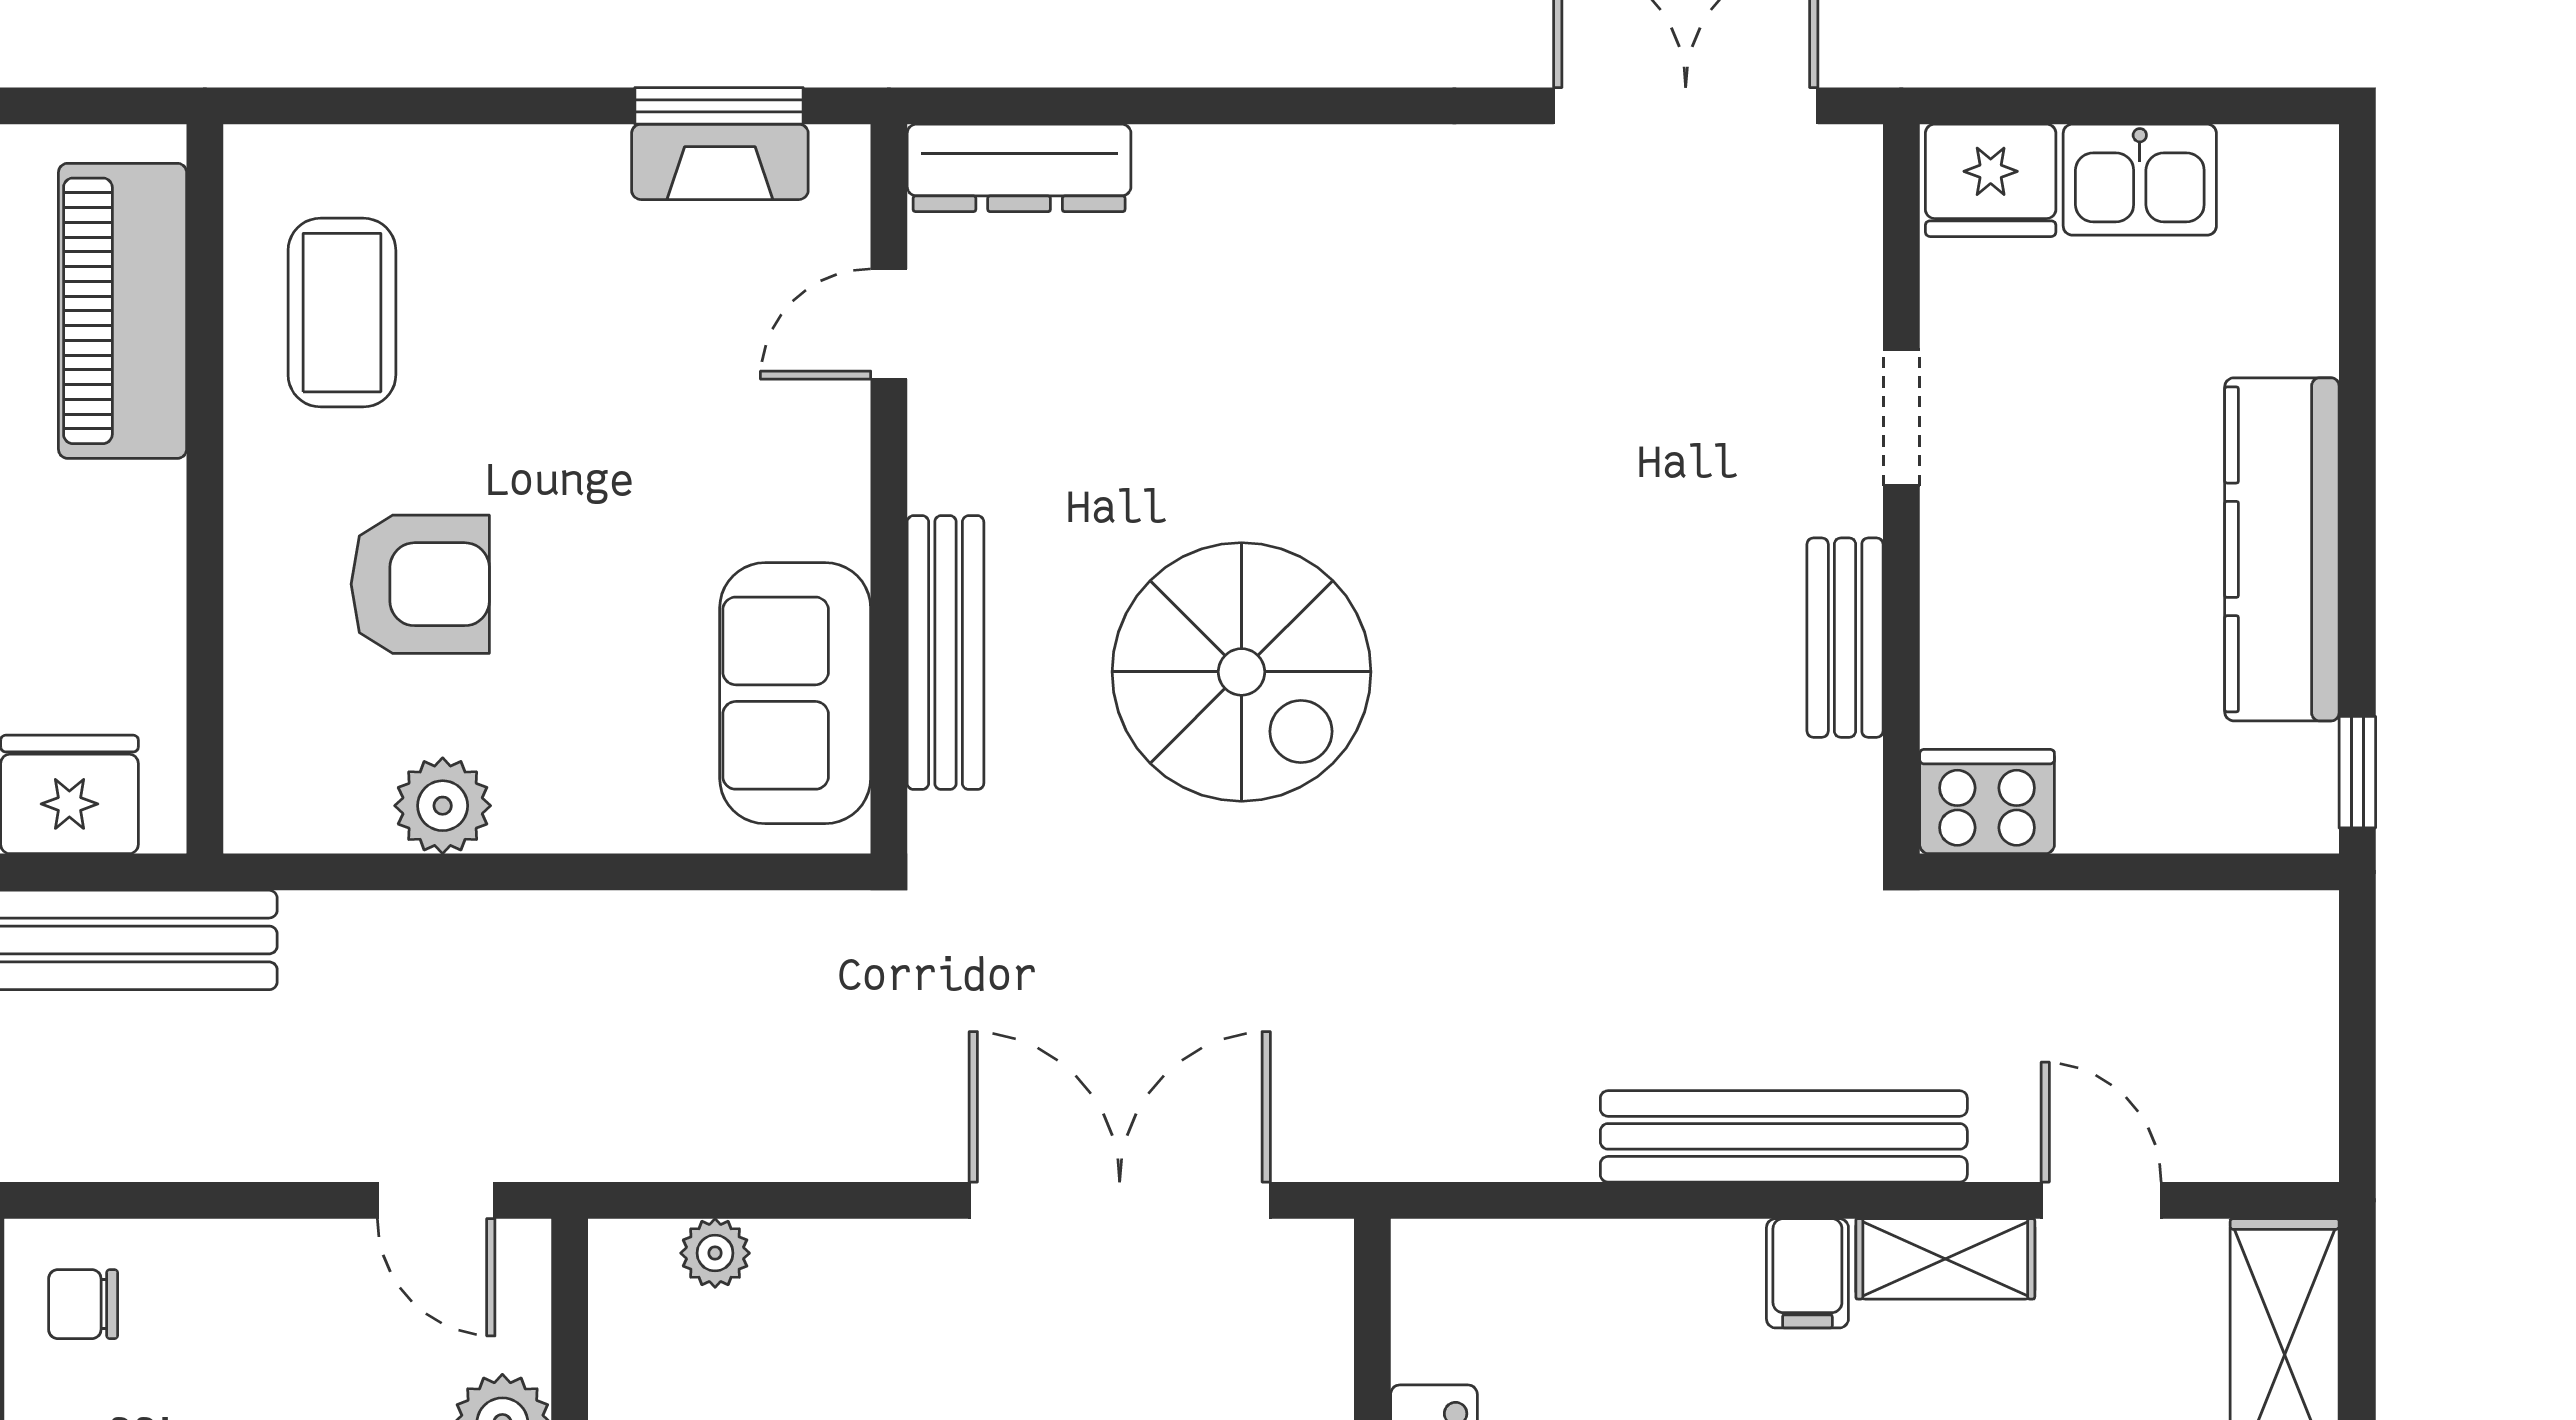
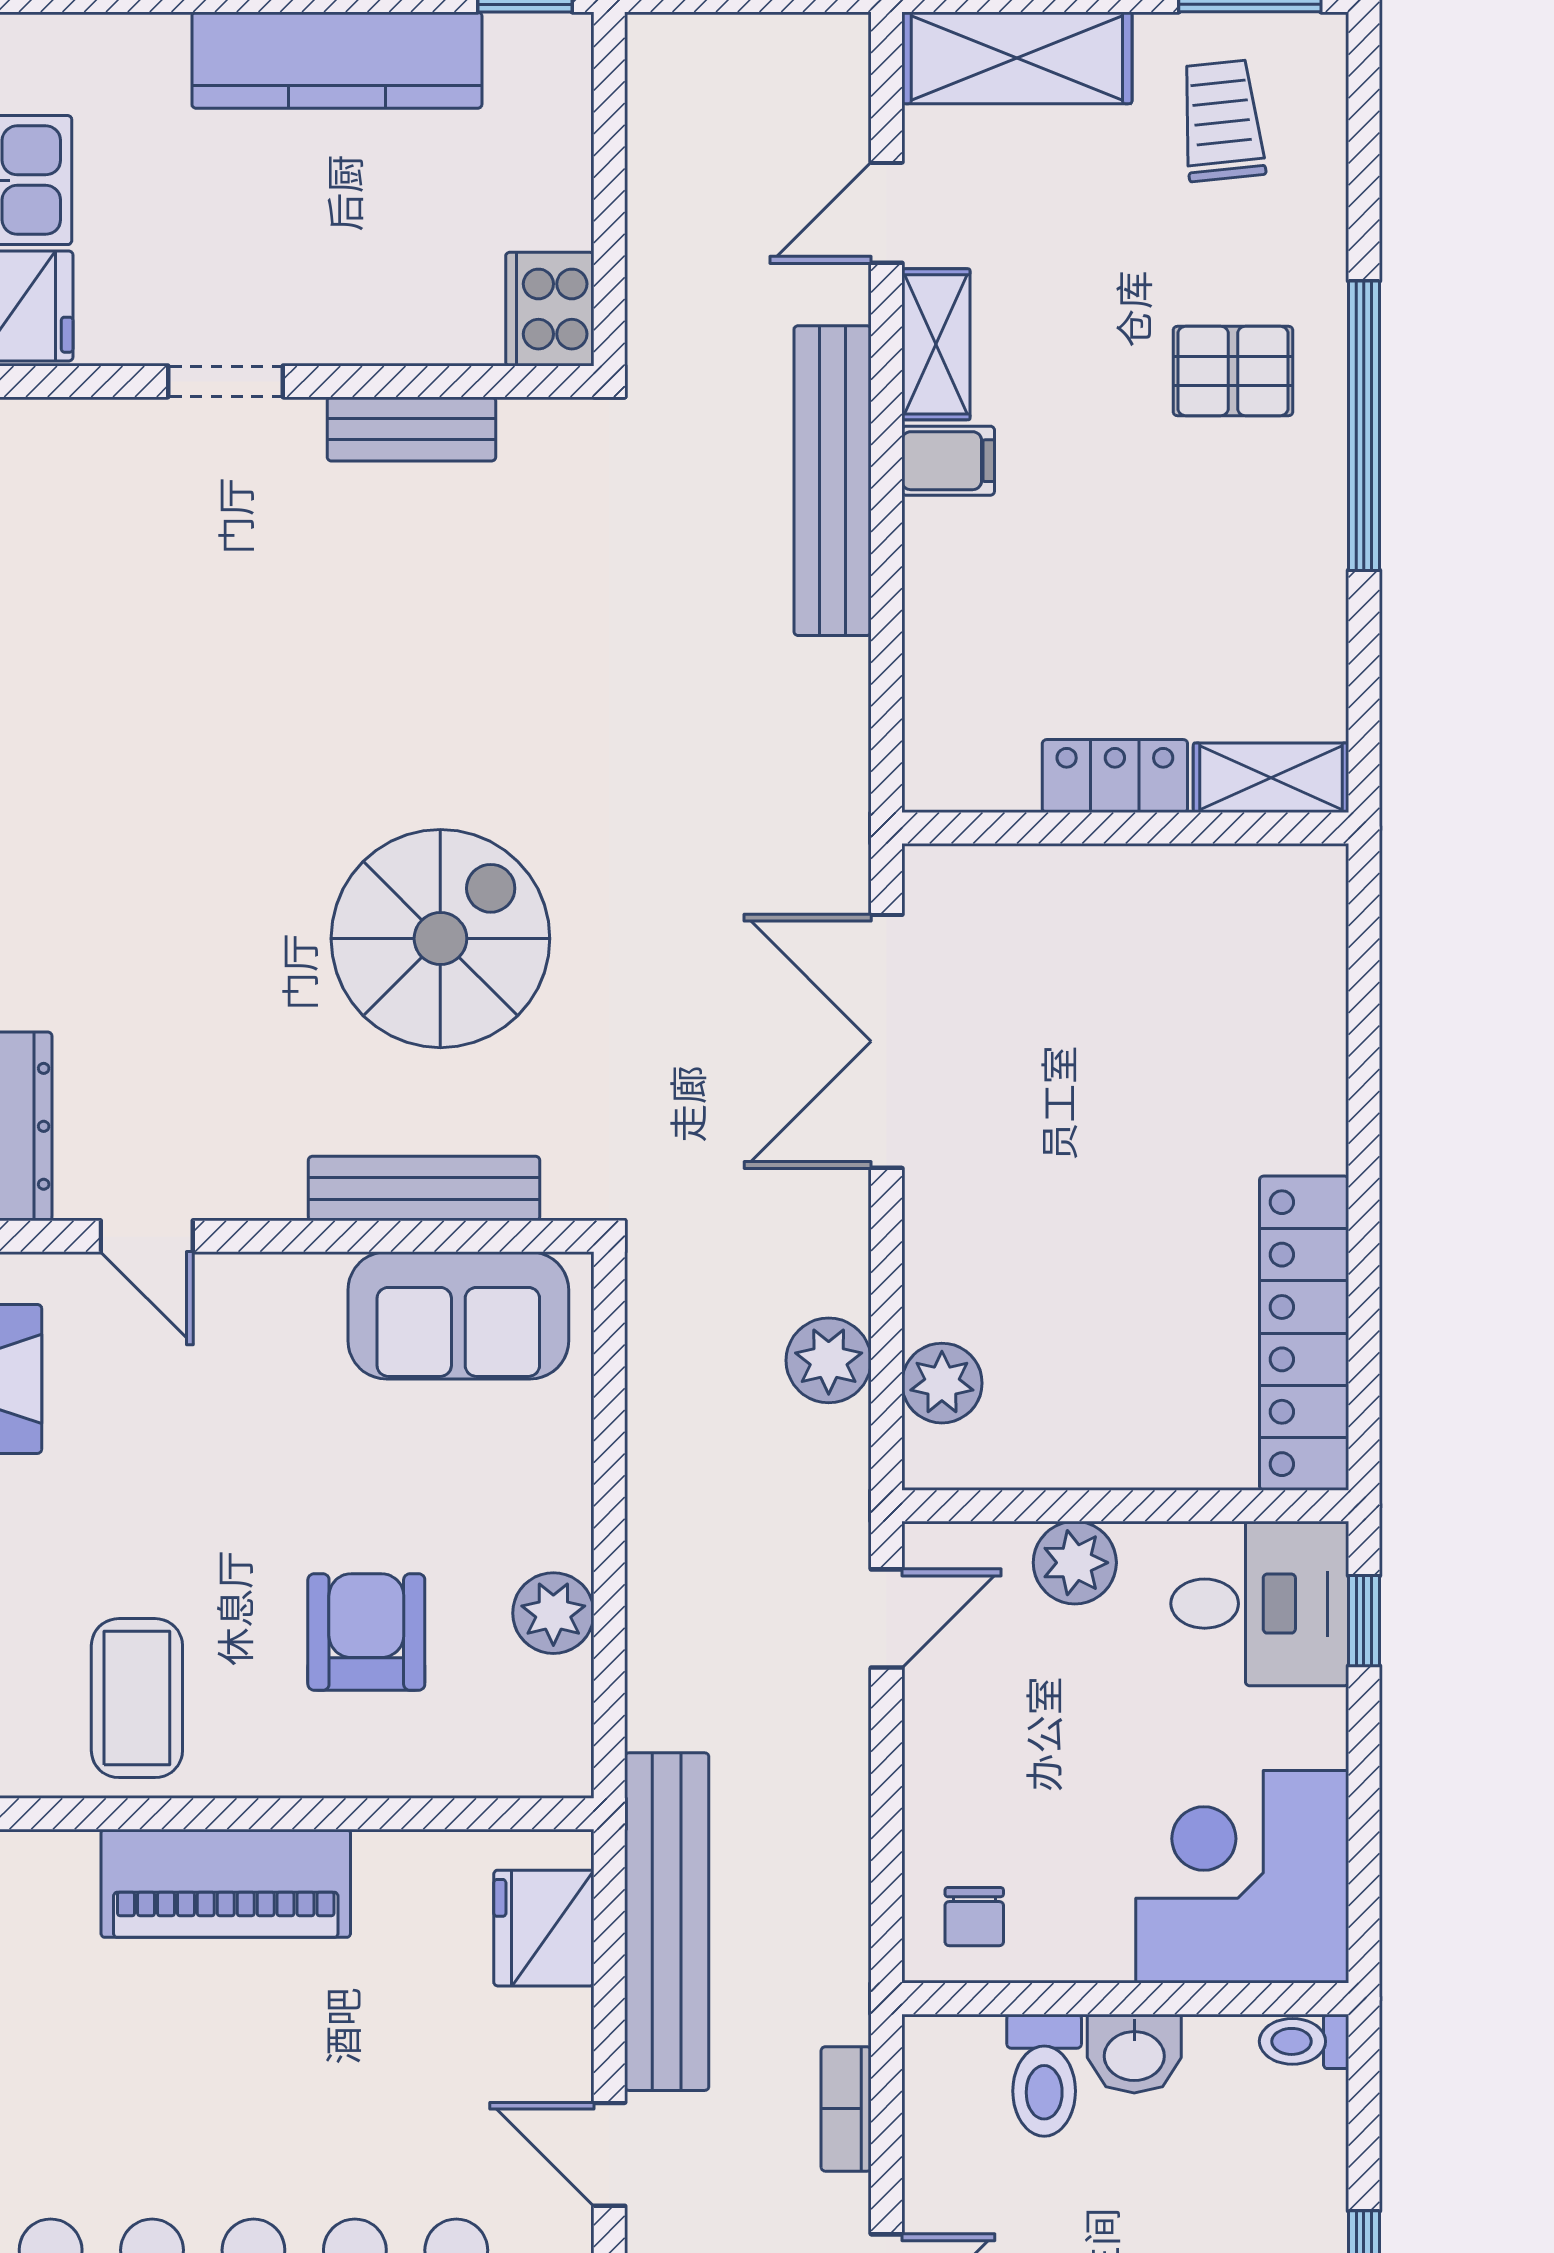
piano: (123, 311) -> (226, 1883), moved
coffee table: (342, 313) -> (137, 1698), turned 90
plant: (742, 1132) -> (829, 1360), added
plant: (715, 1253) -> (942, 1383), width x1.38, depth x1.38

